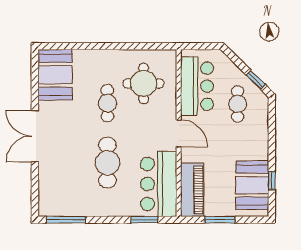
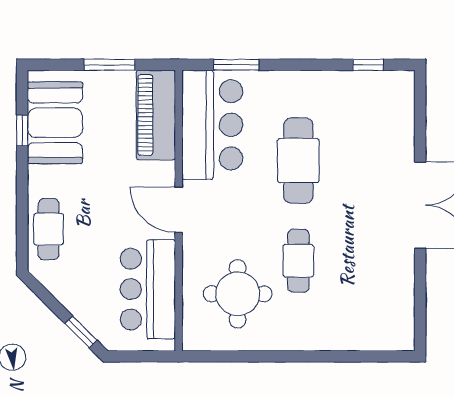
booth: (55, 75) -> (386, 309), removed
window: (256, 80) -> (81, 332), moved
cafe table: (238, 104) -> (49, 229), moved
window: (66, 220) -> (368, 65), width x0.46

